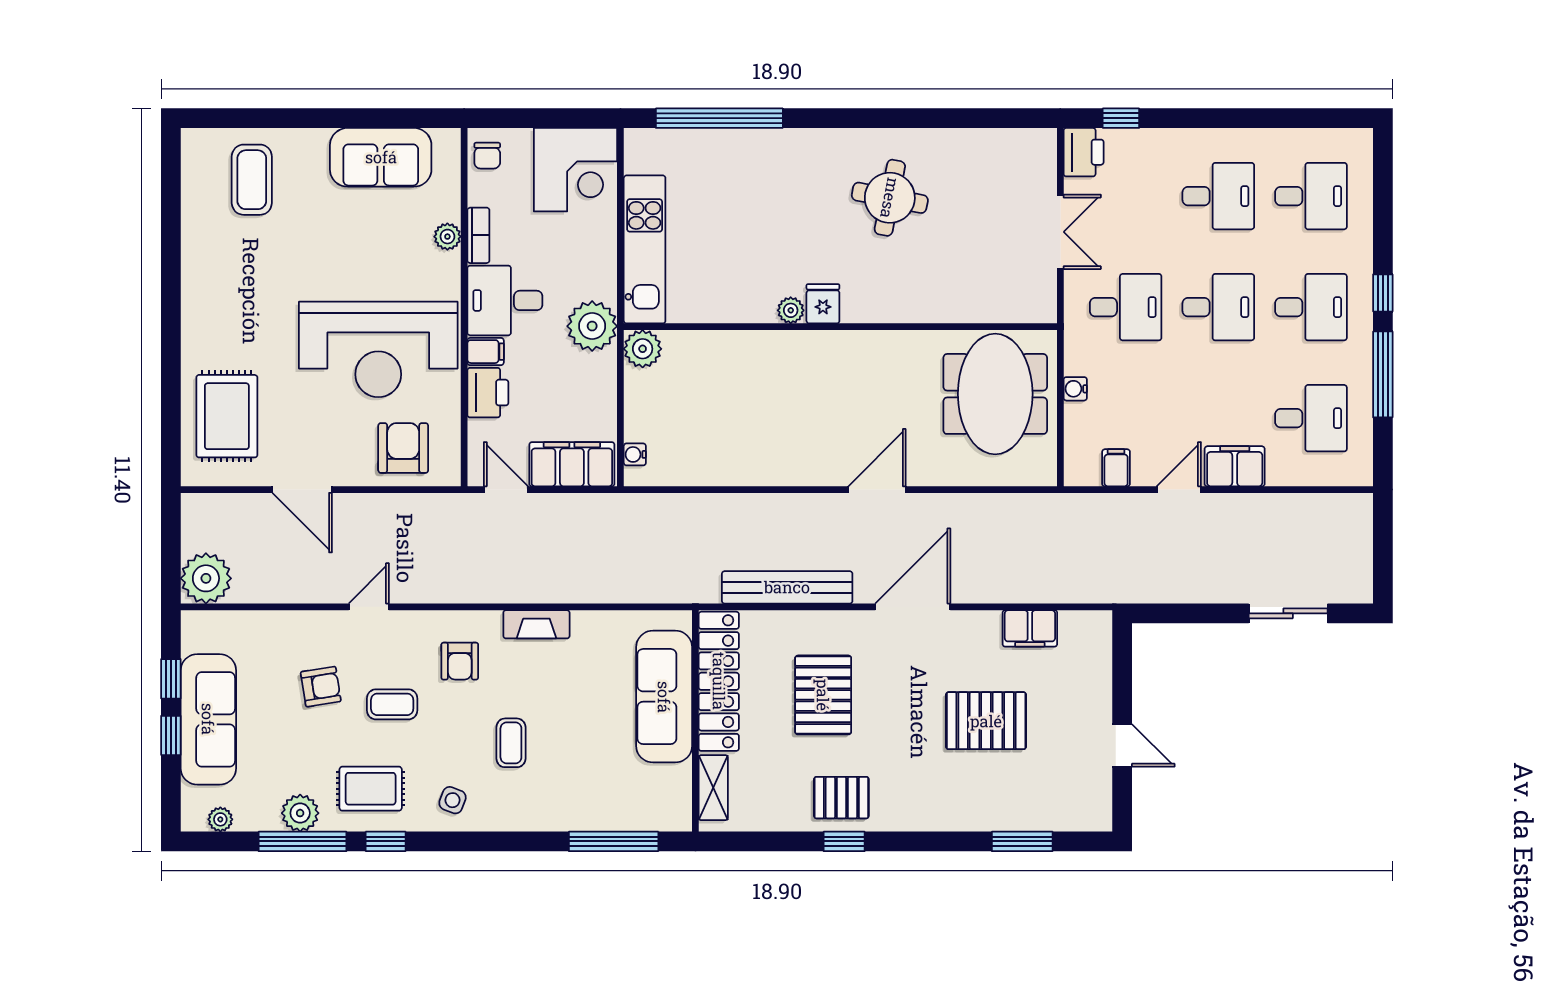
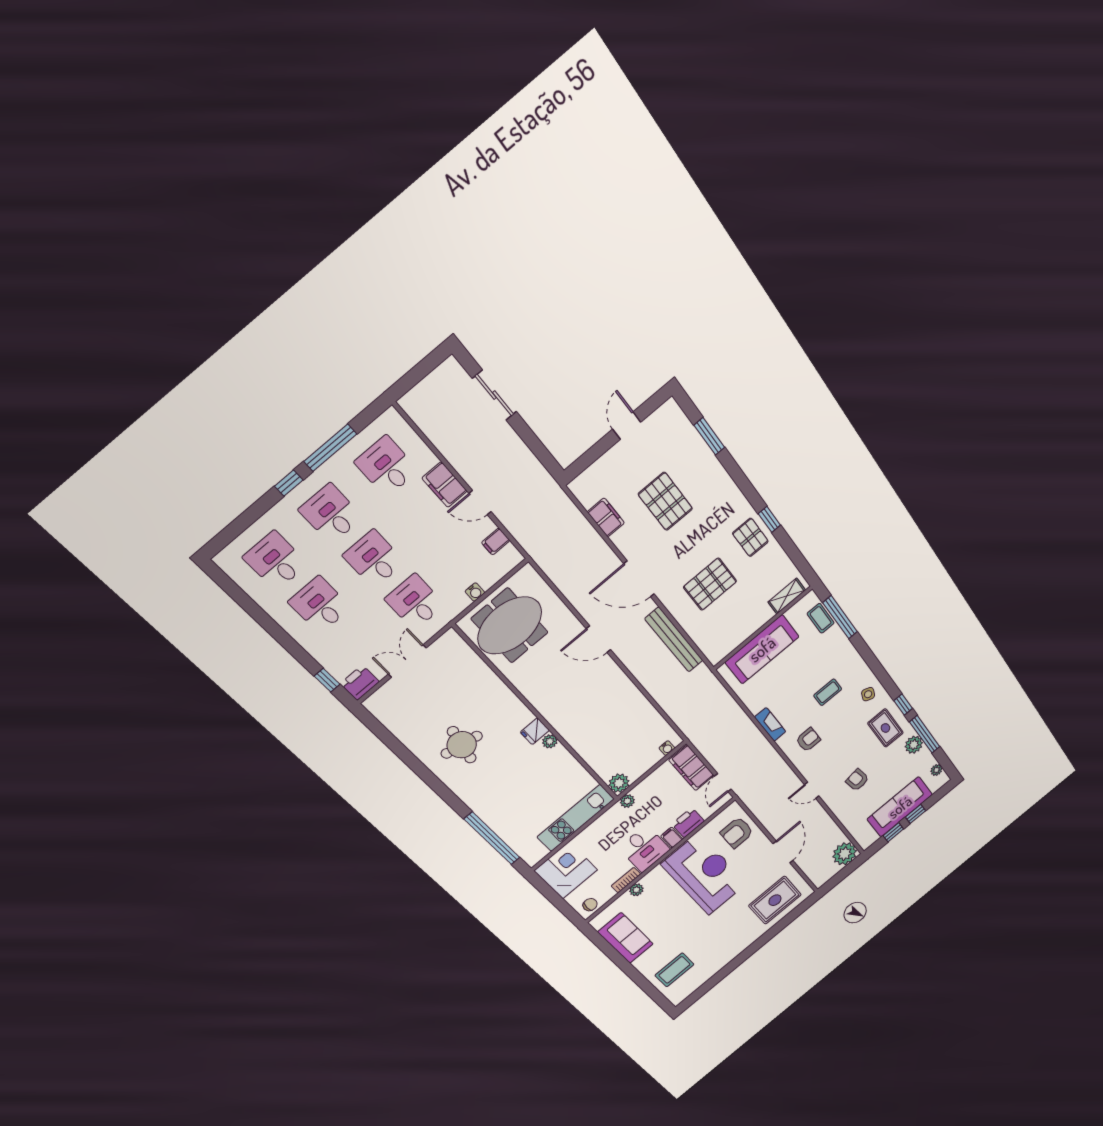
plant: (592, 326) -> (627, 801), width x0.53, depth x0.53
locker: (719, 681) -> (738, 633), removed
coffee table: (392, 704) -> (821, 618), moved

